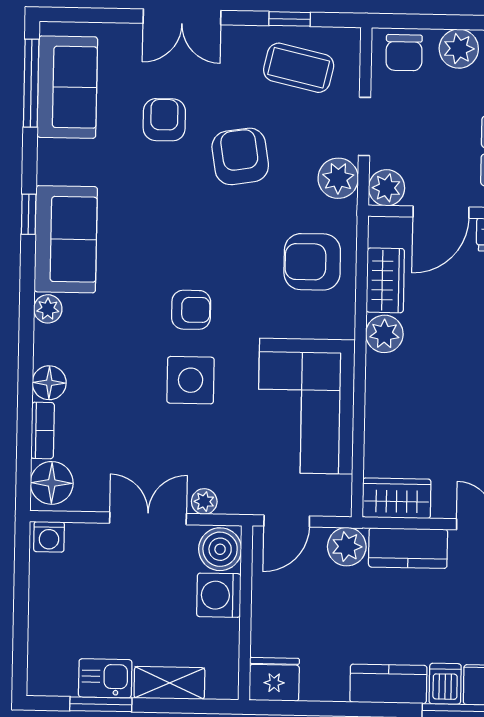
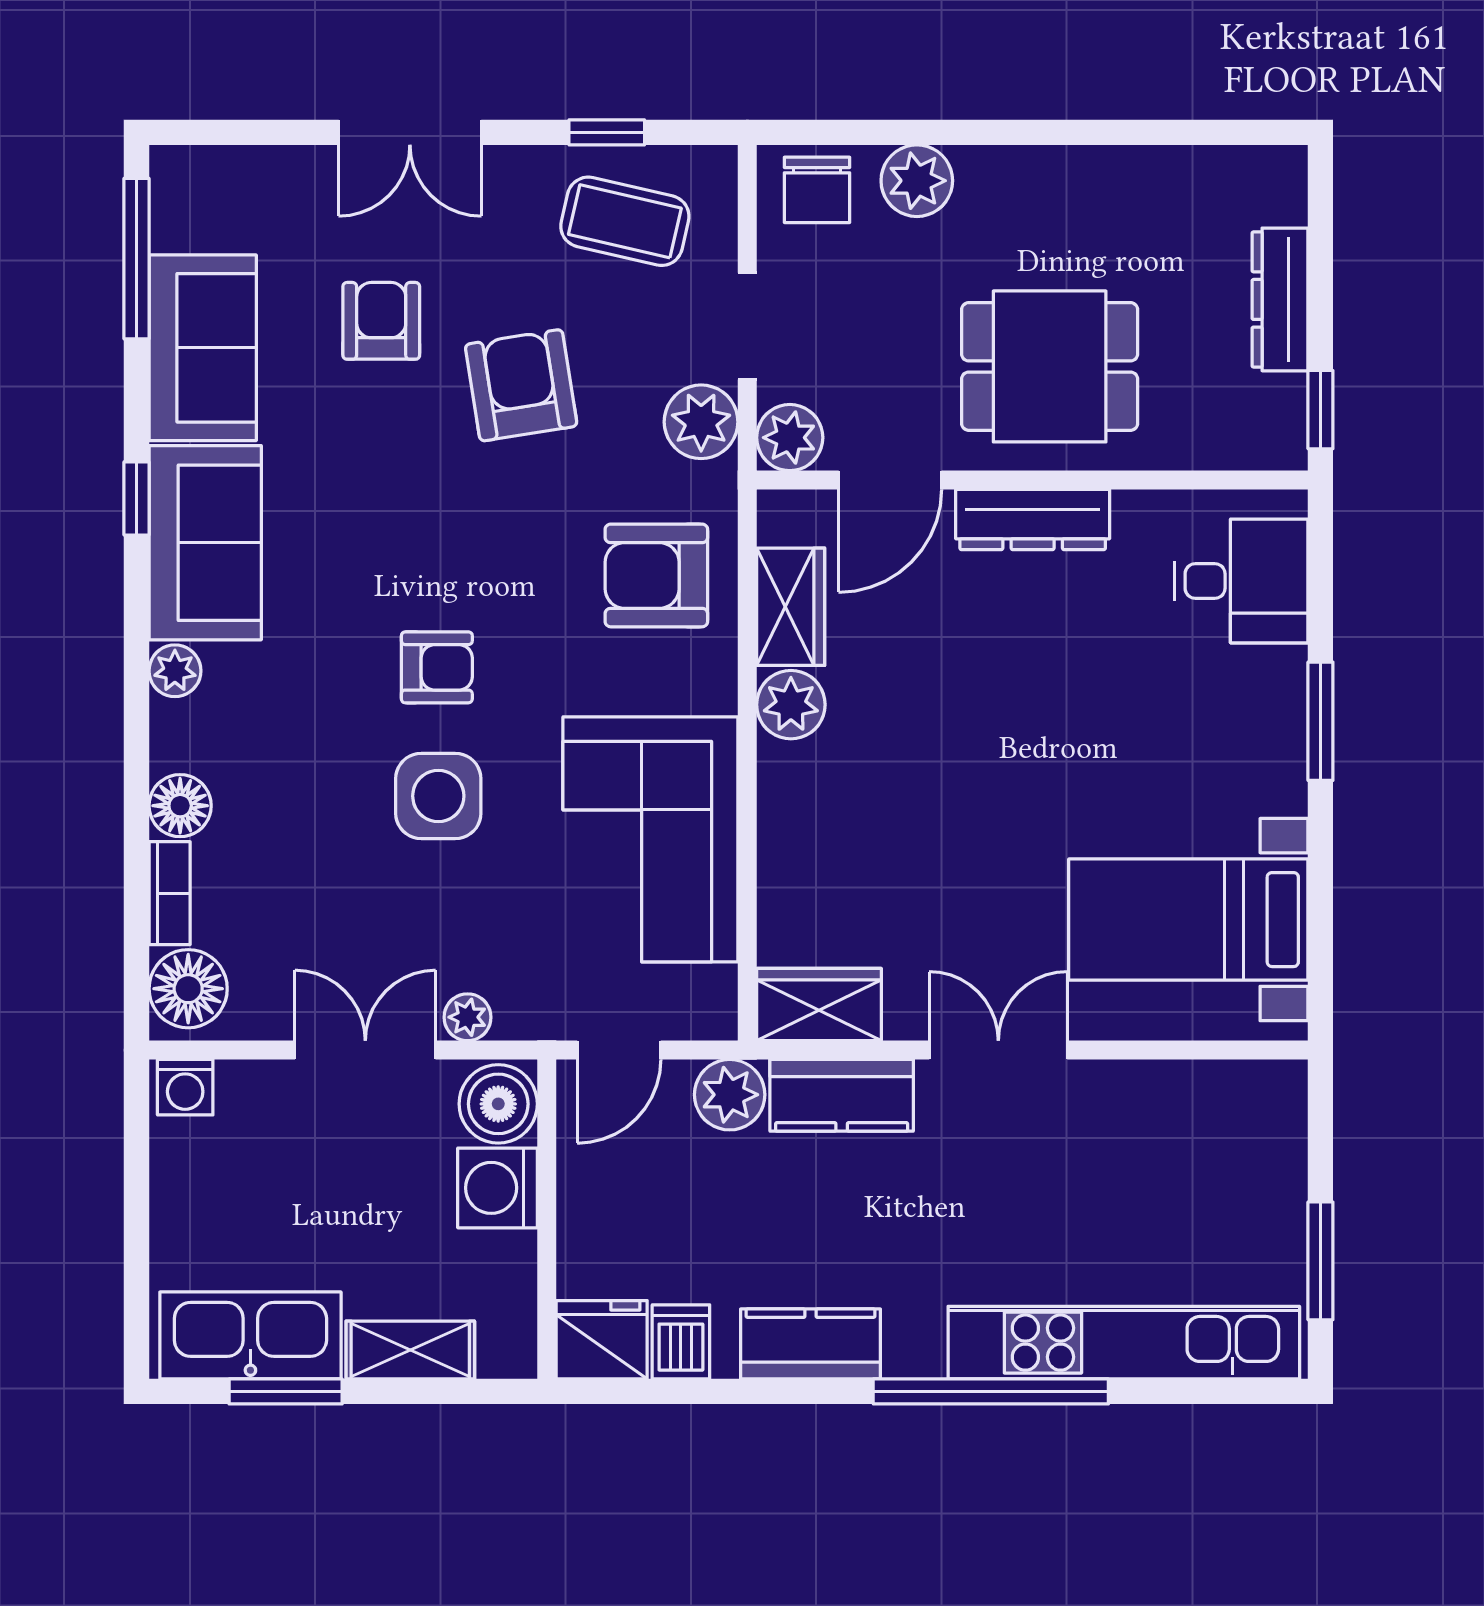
sofa: (67, 87) -> (203, 348), moved
kitchen sink: (105, 678) -> (250, 1335), width x1.88, depth x1.24
dishwasher: (445, 684) -> (681, 1342), moved

